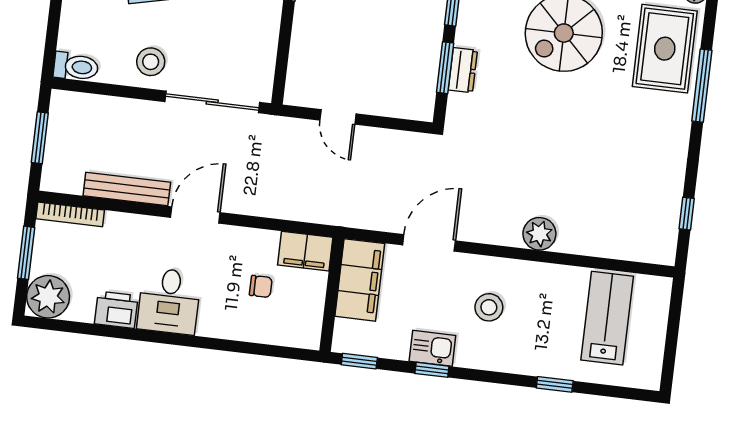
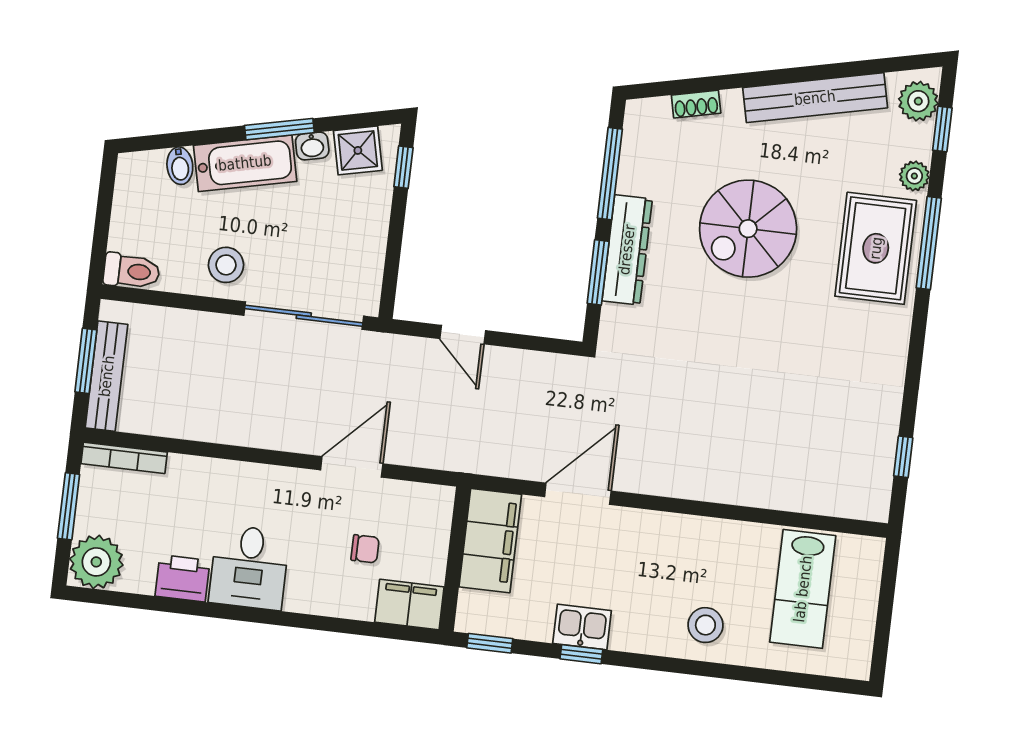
dresser: (463, 70) -> (627, 250), width x1.96, depth x1.24
window: (702, 86) -> (929, 243), moved
bench: (127, 189) -> (107, 376), moved, turned 90
door: (195, 215) -> (352, 467), moved
plant: (539, 234) -> (717, 482), removed
filing cabinet: (305, 251) -> (409, 605), moved, turned 180
stool: (489, 307) -> (705, 625), moved
lab bench: (607, 318) -> (803, 589), turned 180
window: (555, 384) -> (737, 673), removed

